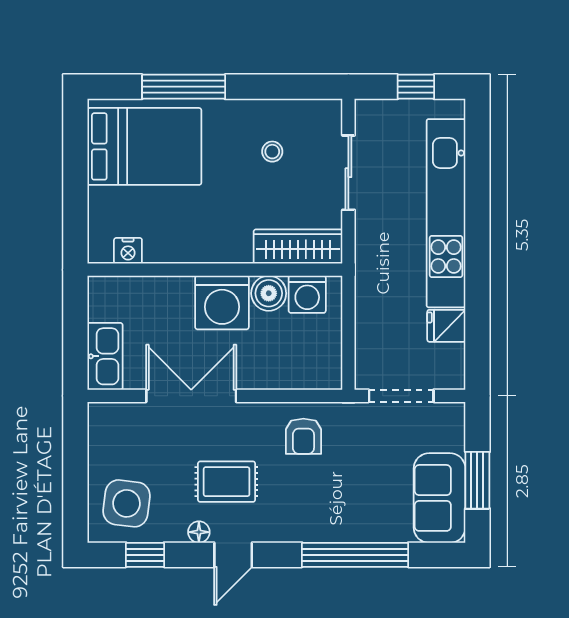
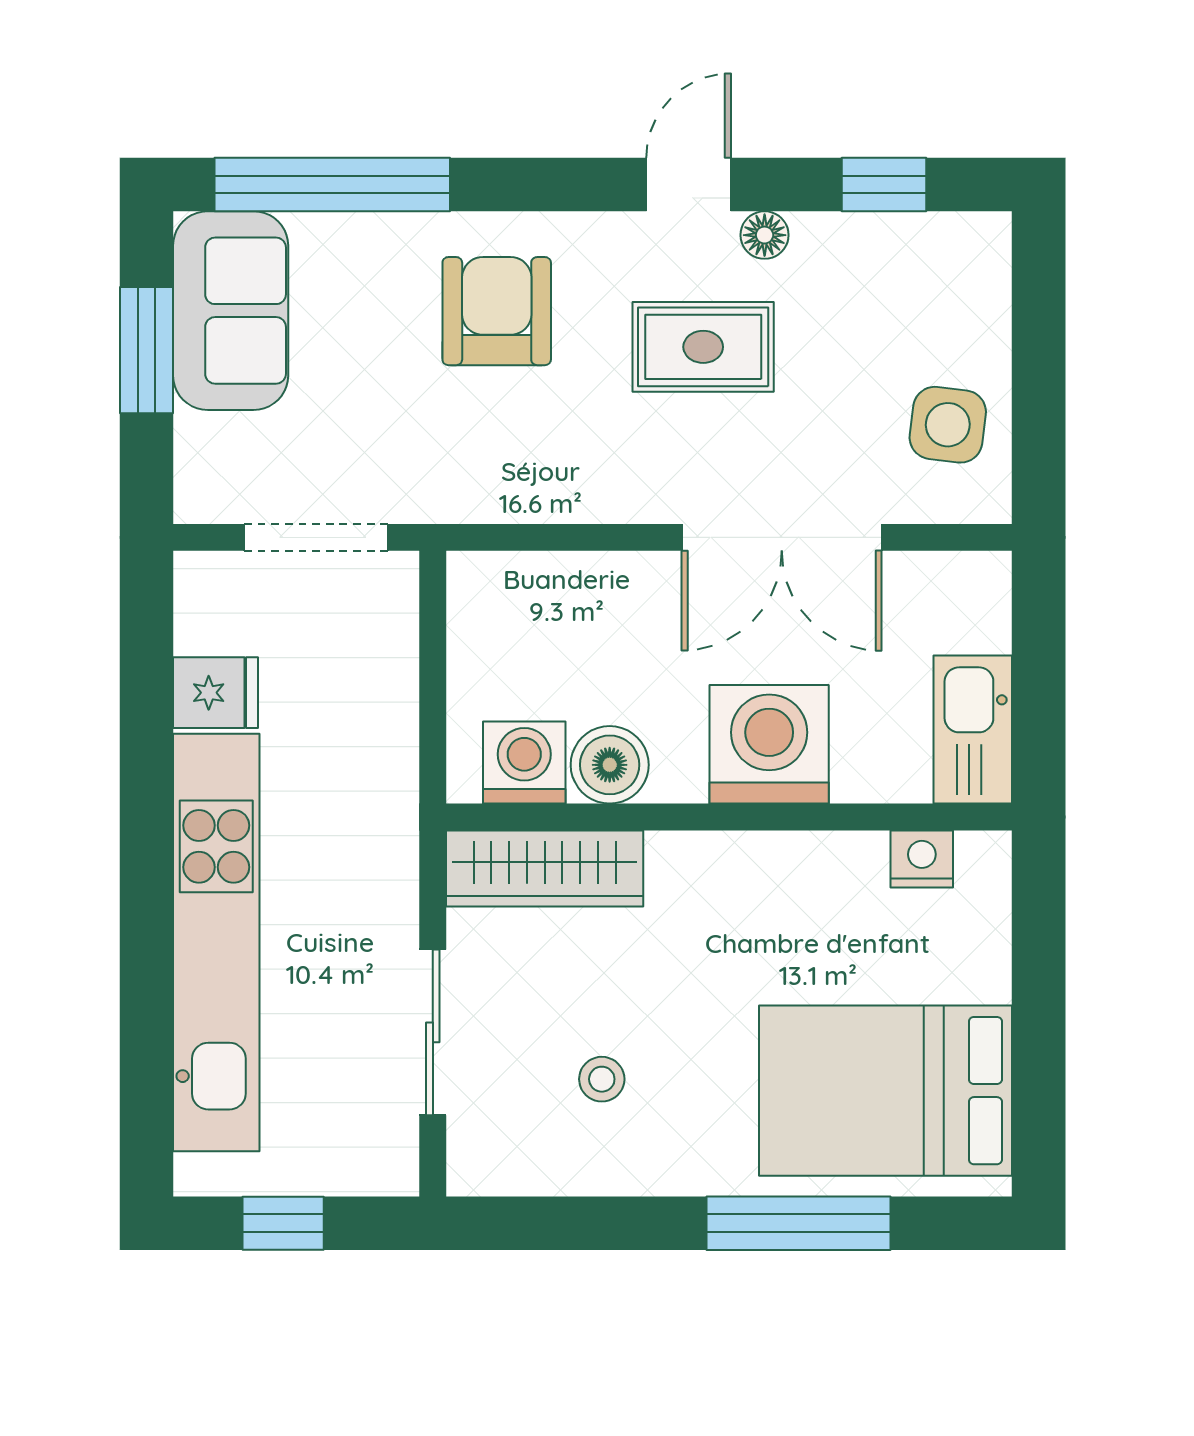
washing machine: (222, 303) -> (769, 744), moved
kitchen sink: (105, 356) -> (973, 730), moved
armchair: (303, 436) -> (497, 311), moved, width x1.38, depth x1.38
side table: (127, 503) -> (948, 425), moved, width x0.73, depth x0.73
window: (355, 555) -> (332, 185), moved

